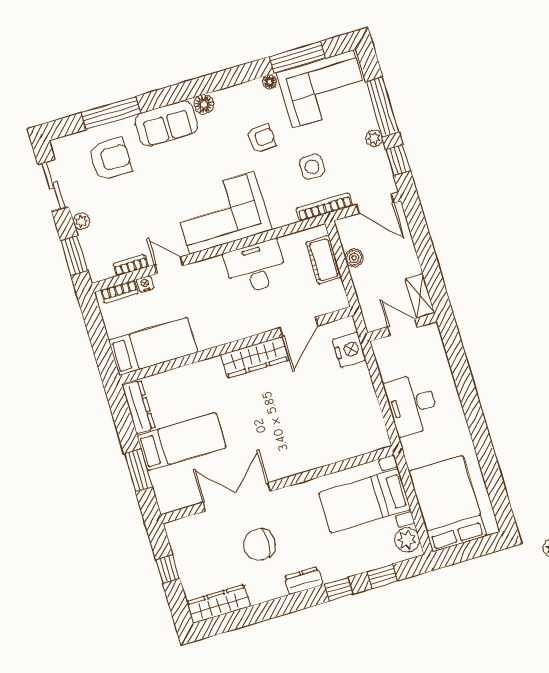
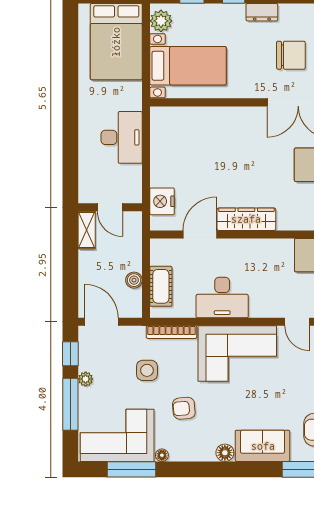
bookcase: (324, 207) -> (172, 332), moved

